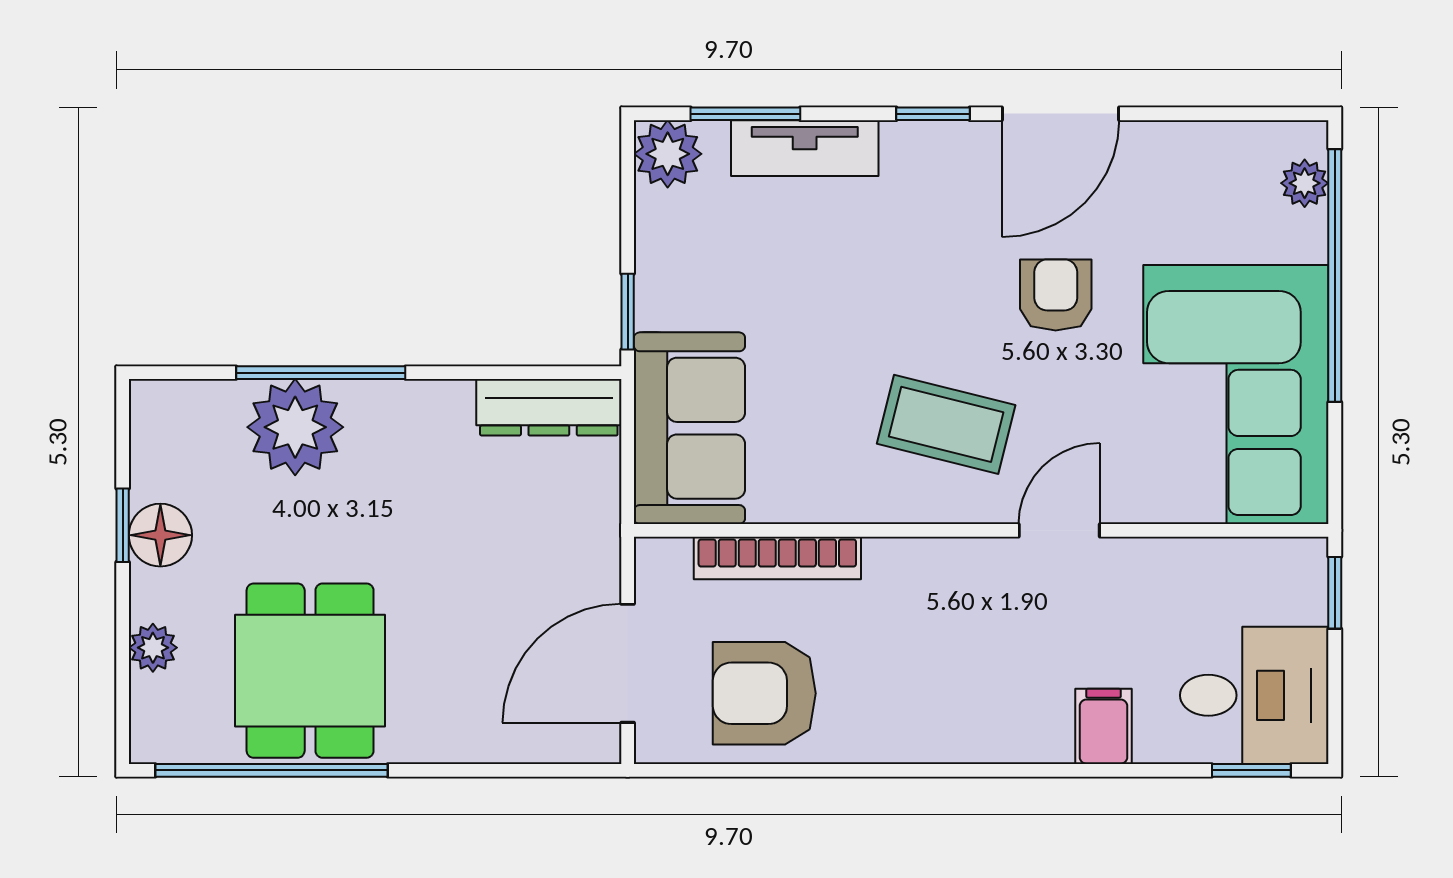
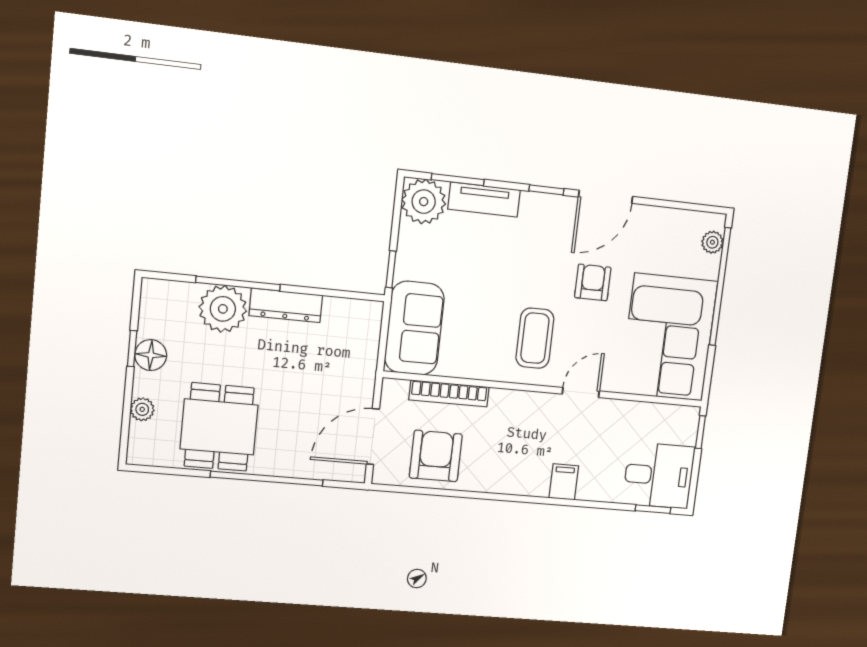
plant: (668, 154) -> (424, 202), width x1.36, depth x1.36
dresser: (549, 407) -> (286, 305), moved
coffee table: (946, 424) -> (535, 338), turned 76
armchair: (764, 693) -> (436, 456), turned 90
filing cabinet: (1104, 726) -> (564, 482), moved
window: (271, 770) -> (267, 479), moved

